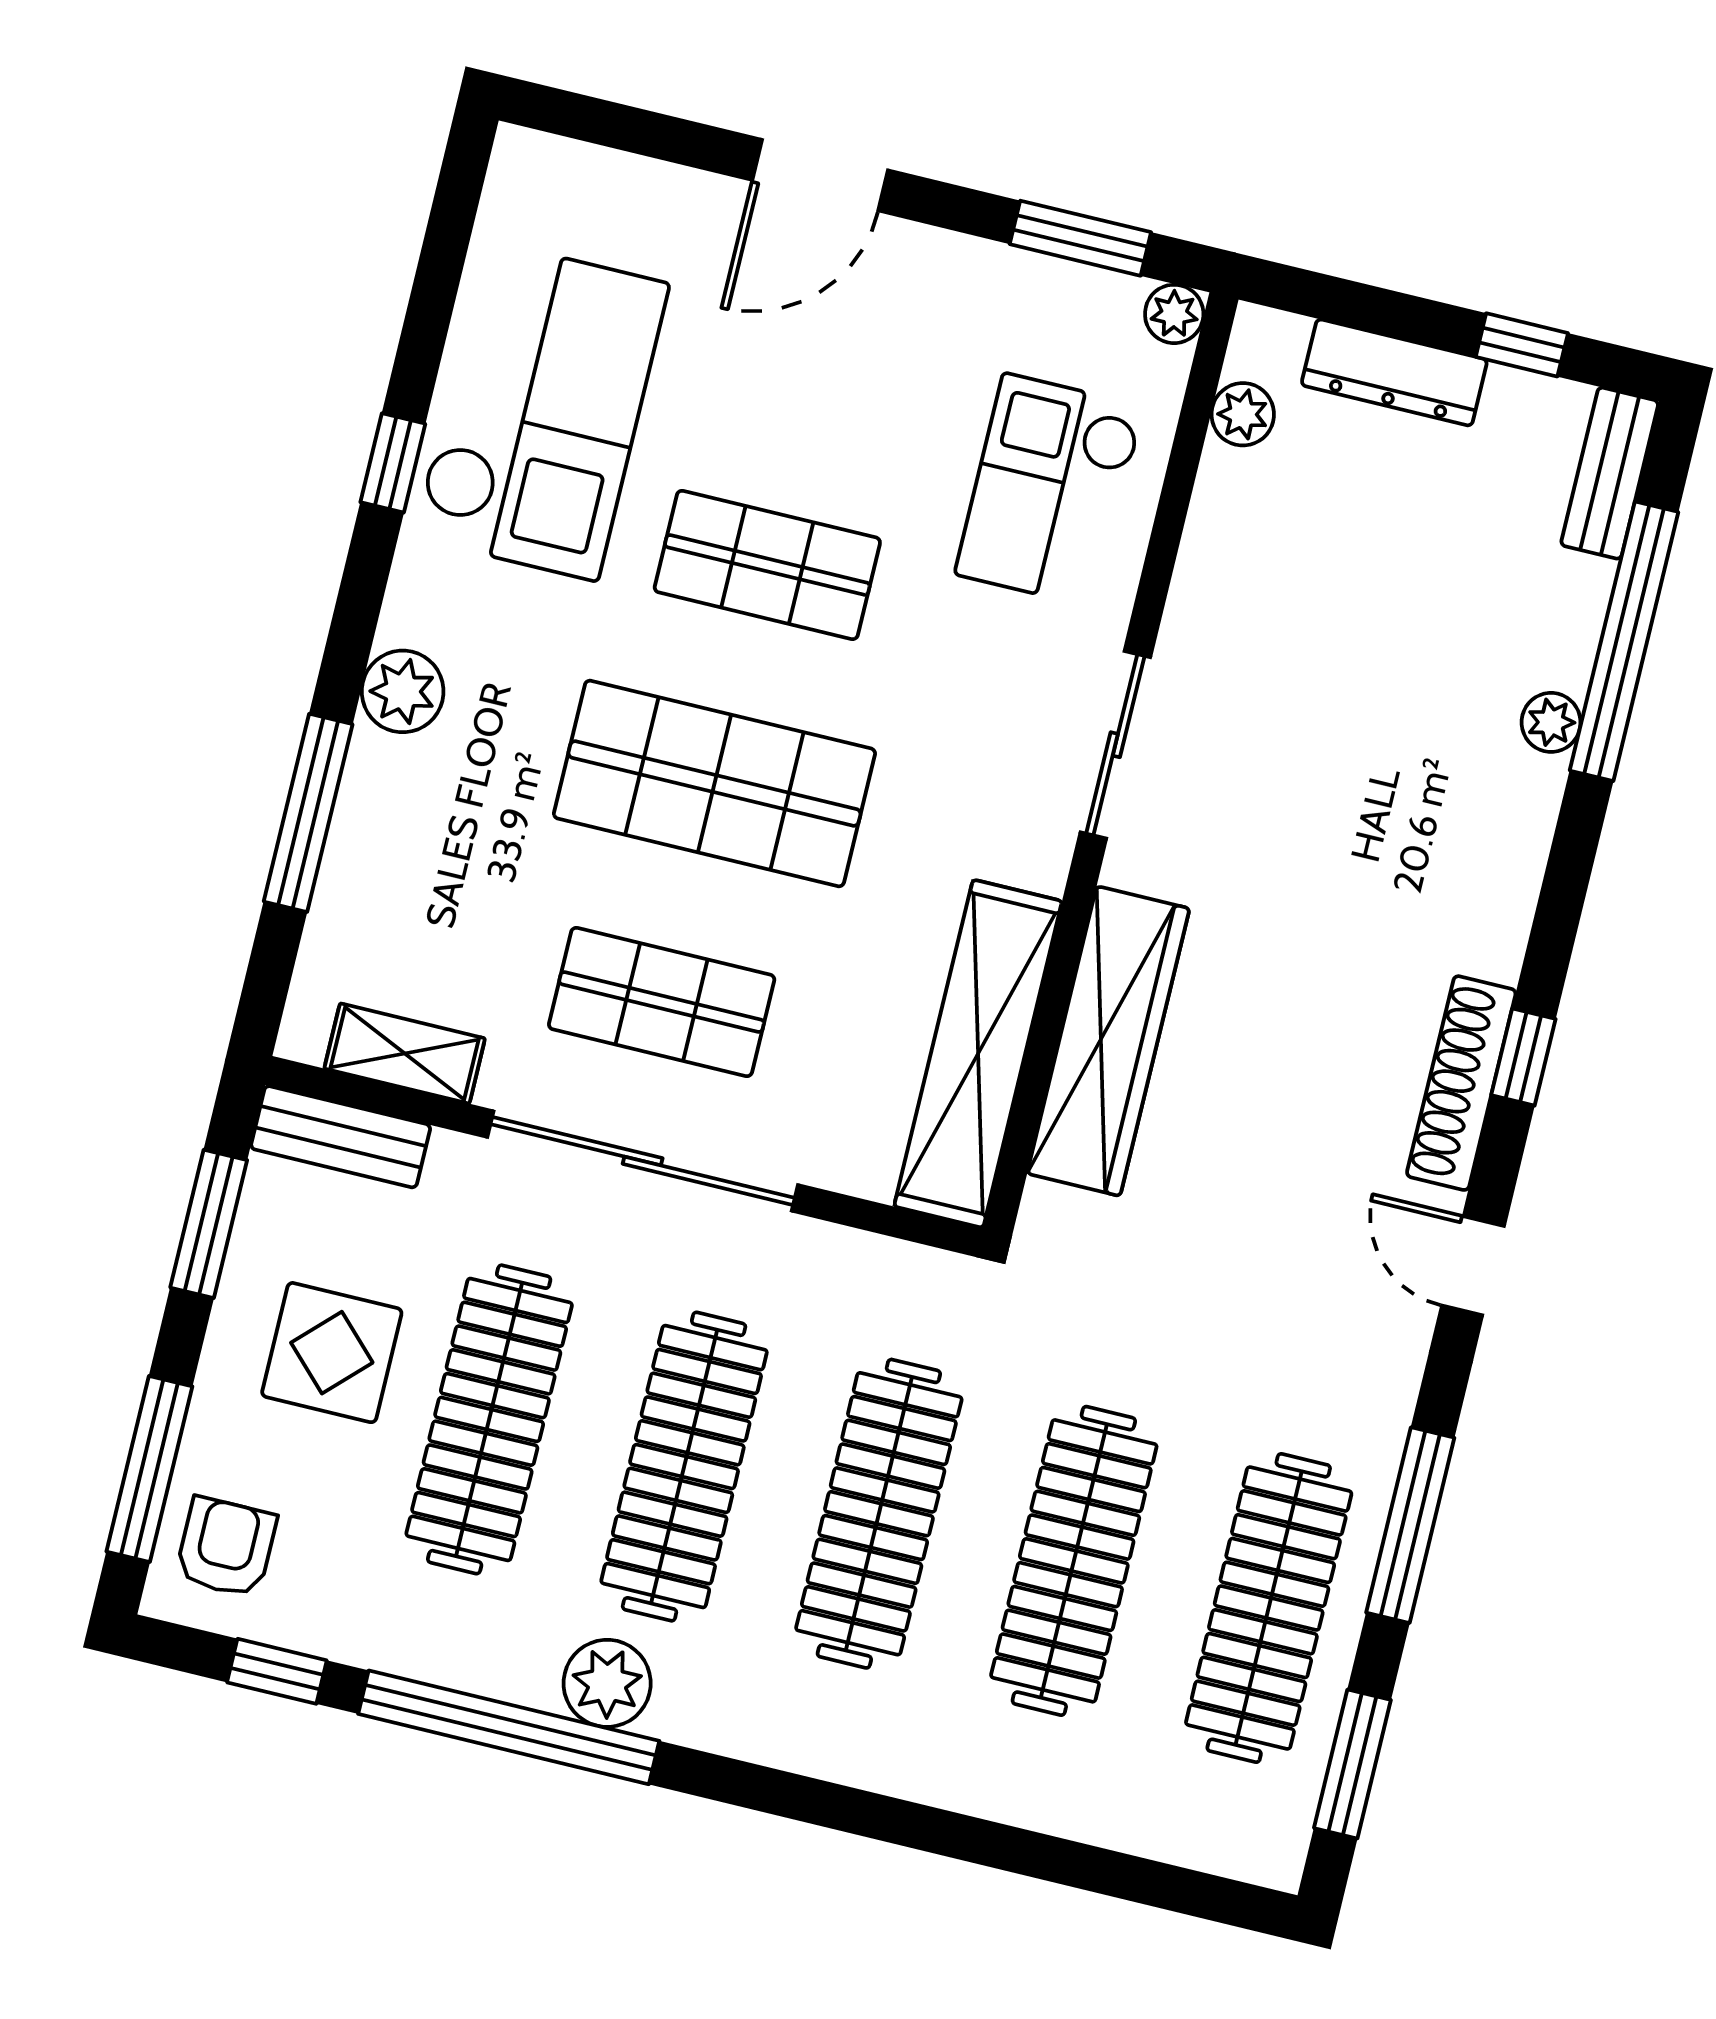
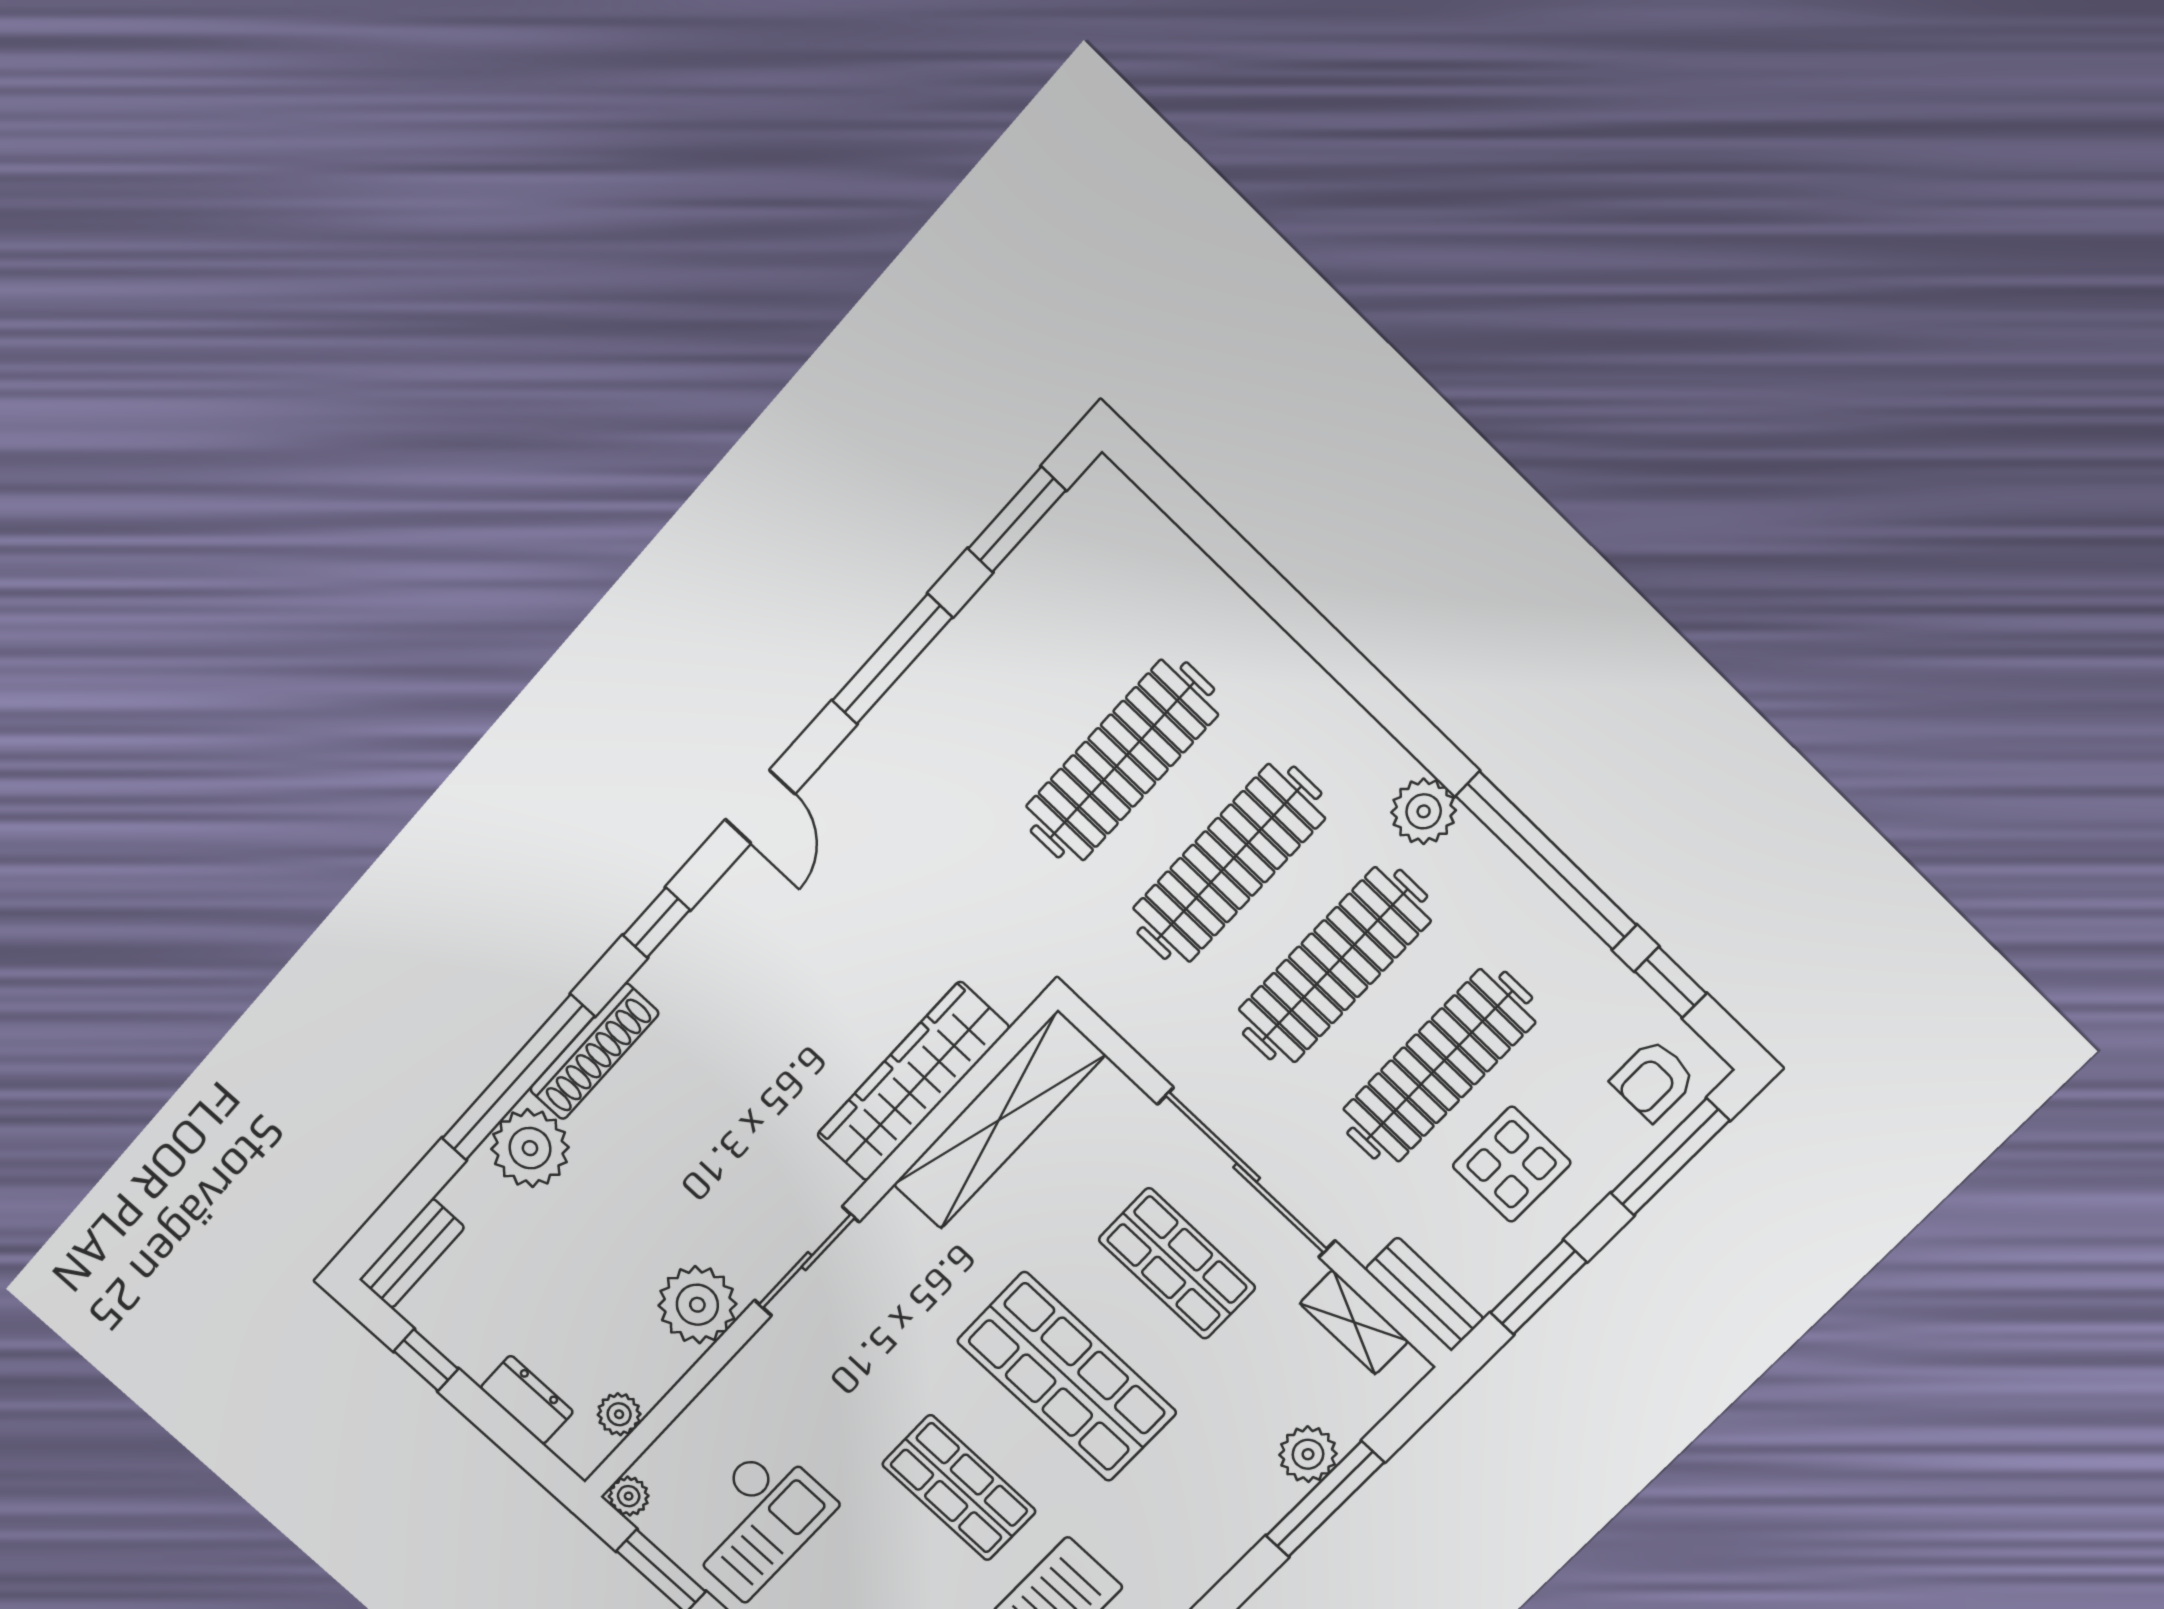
dresser: (1394, 372) -> (527, 1400), width x0.70
checkout: (1050, 490) -> (756, 1521), moved
plant: (1220, 612) -> (697, 1305), added
window: (1624, 641) -> (518, 1078), moved
plant: (403, 691) -> (1308, 1454), moved
plant: (1551, 722) -> (530, 1148), width x1.88, depth x1.88
shoe rack: (1461, 1083) -> (594, 1051), moved
clothes rail: (1269, 1608) -> (1014, 657), removed
plant: (607, 1683) -> (1424, 811), moved

